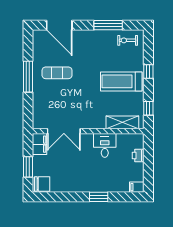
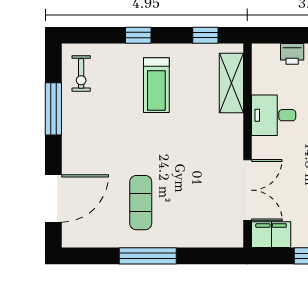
treadmill: (121, 81) -> (156, 85), width x0.73, depth x0.73

